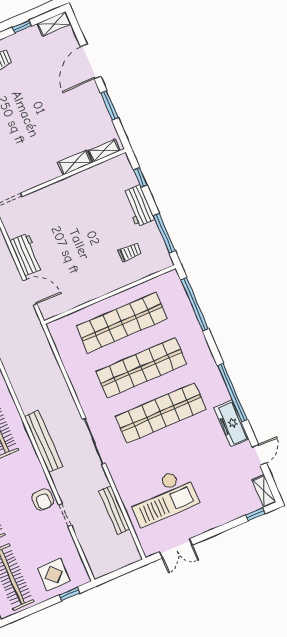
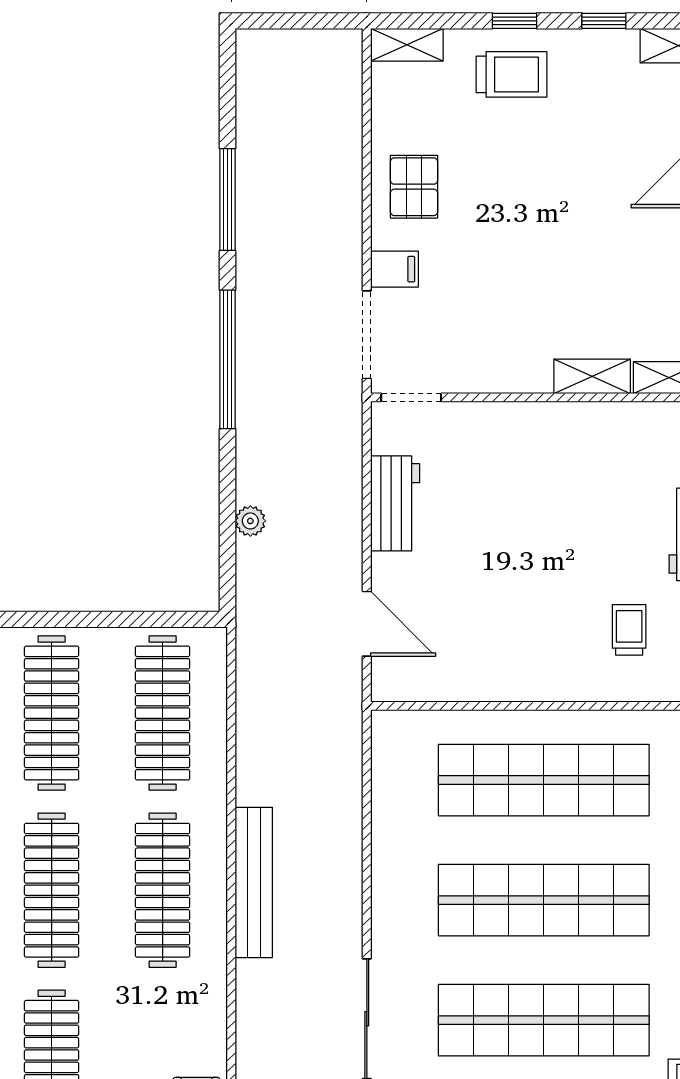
trolley: (130, 252) -> (629, 630), turned -90
workbench: (26, 254) -> (395, 503), moved
bench: (43, 441) -> (254, 882), moved

